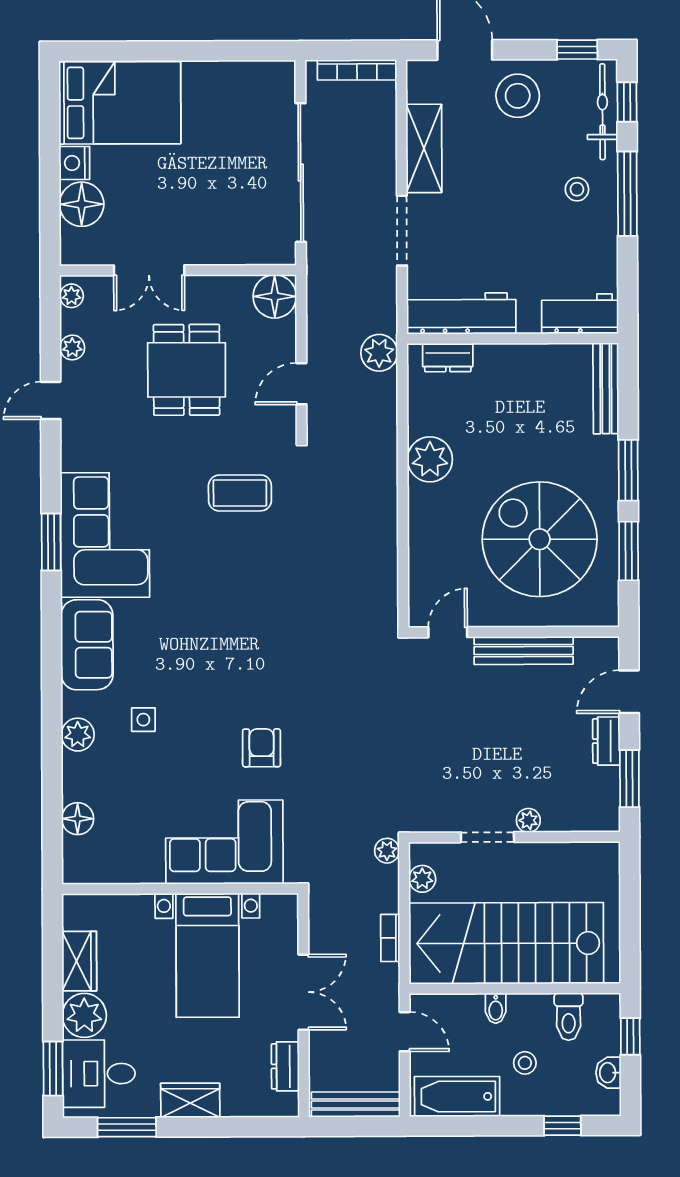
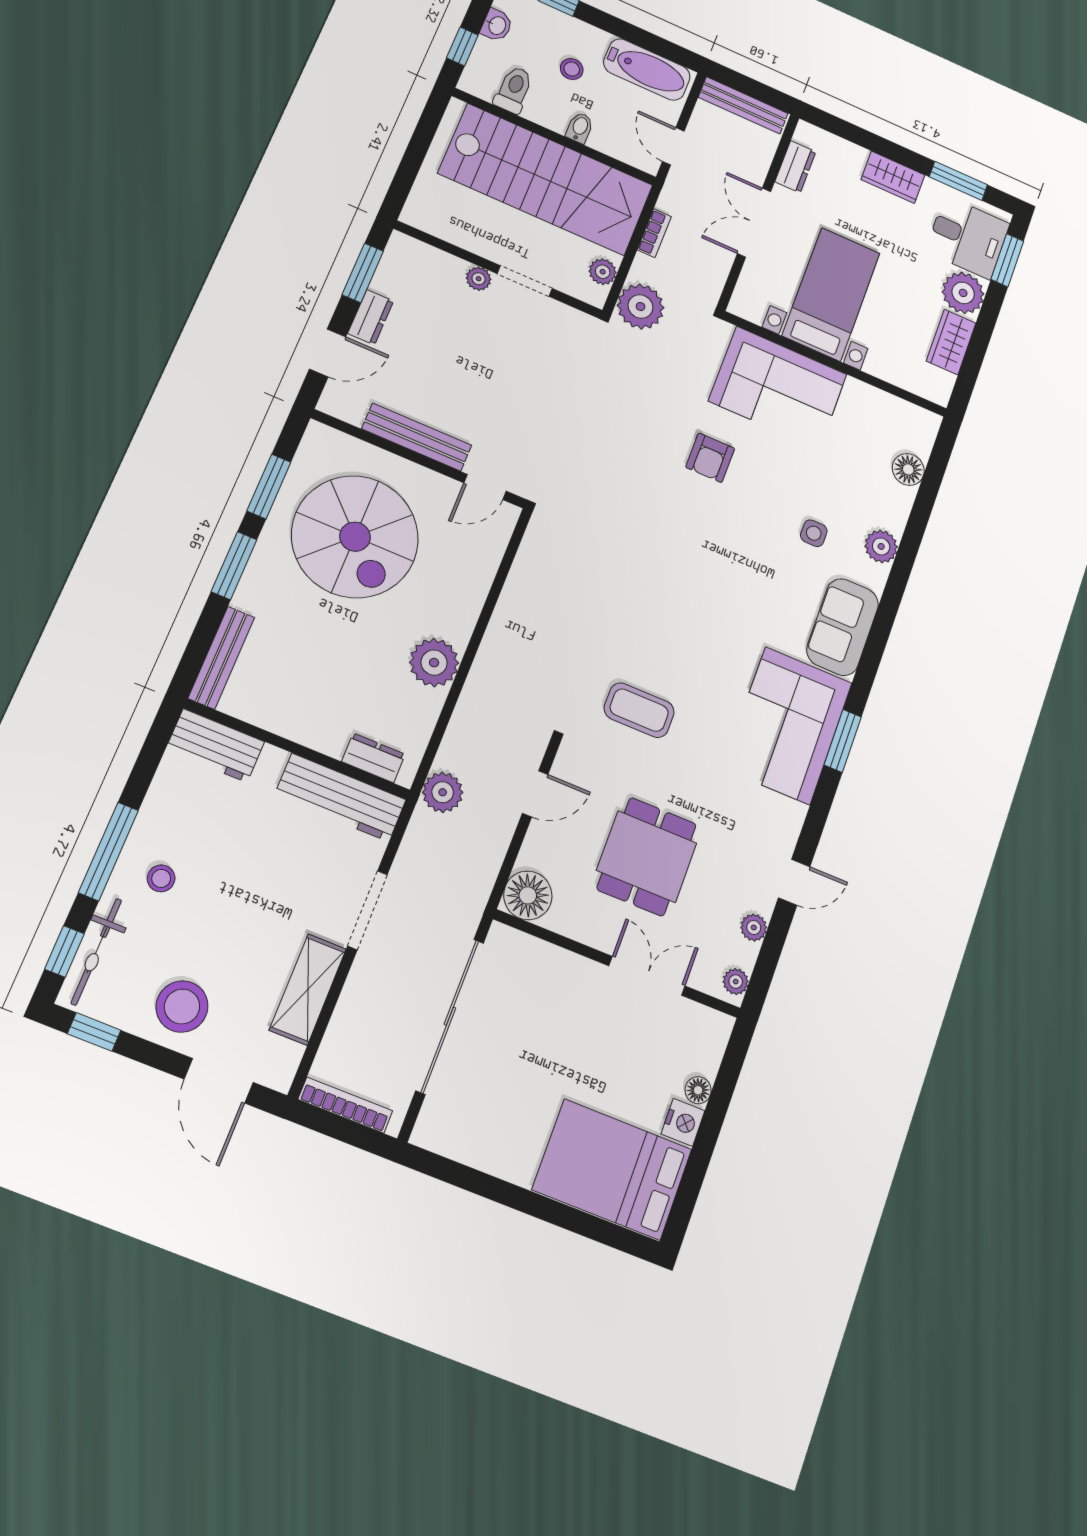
floor lamp: (82, 204) -> (698, 1090), width x0.53, depth x0.53
plant: (387, 851) -> (640, 307), width x1.88, depth x1.88

